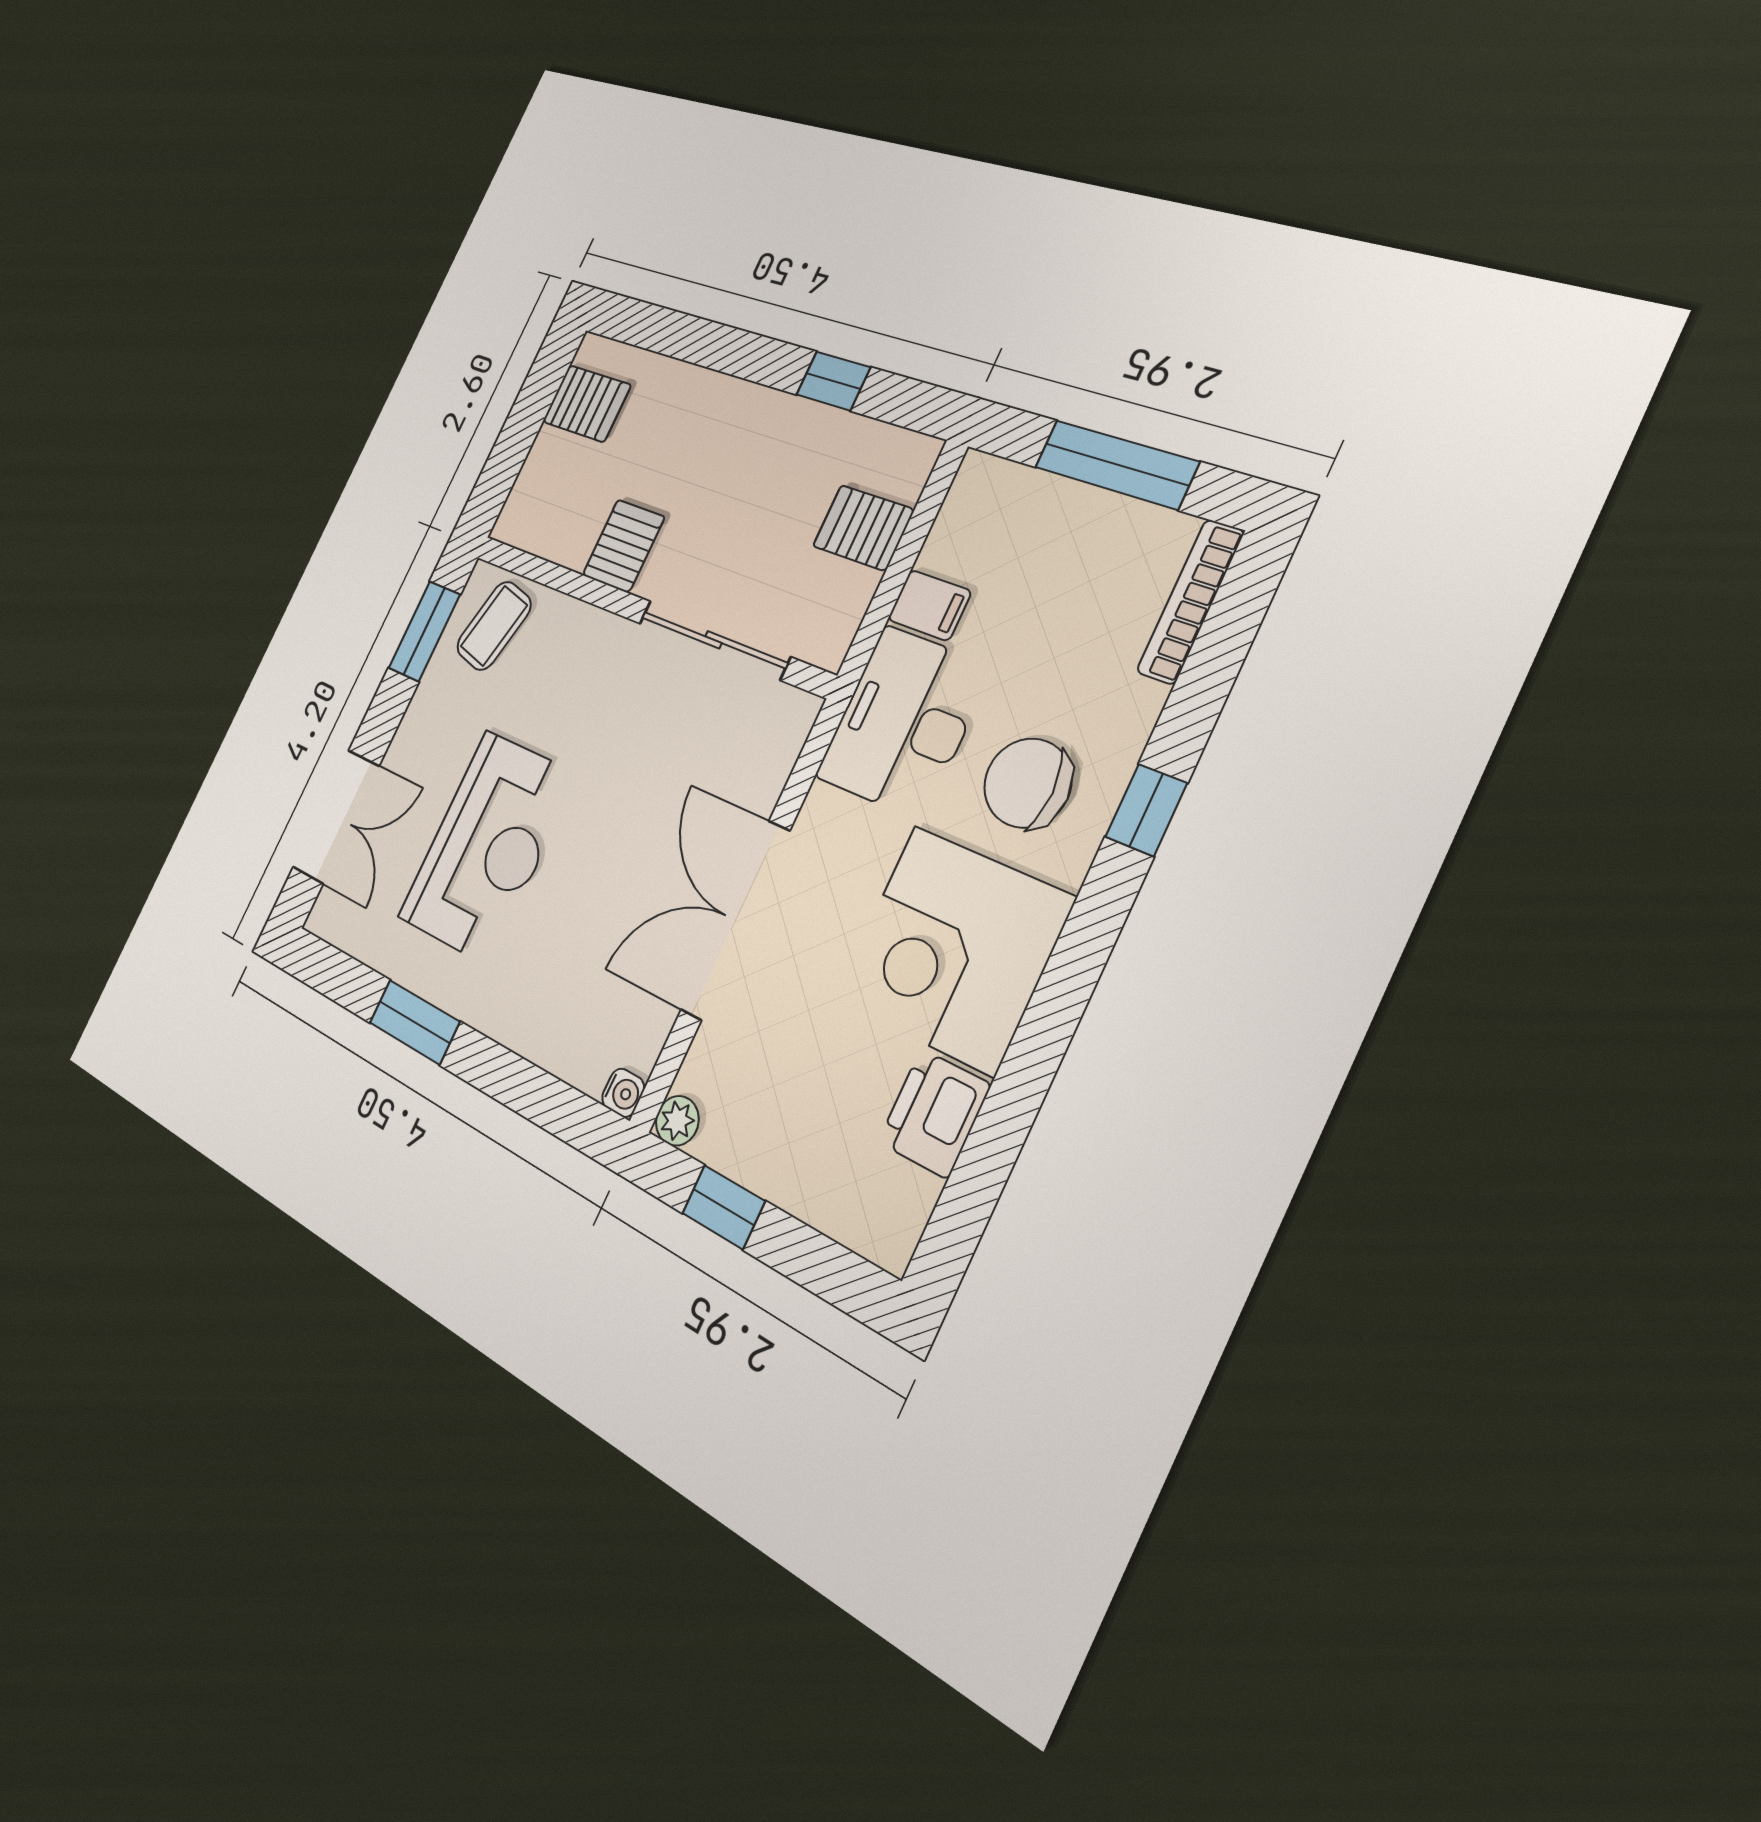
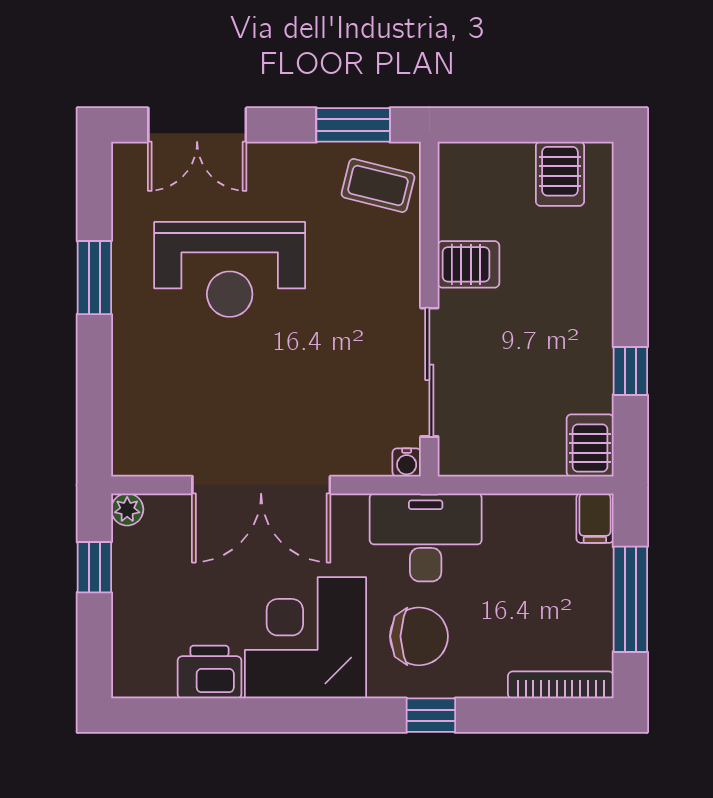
server rack: (863, 528) -> (590, 445), moved
filing cabinet: (929, 605) -> (595, 518), moved
chair: (1028, 783) -> (419, 636), turned 90
double door: (735, 920) -> (261, 485), swing flipped
water cooler: (623, 1093) -> (407, 462), moved

